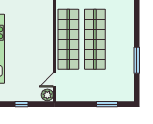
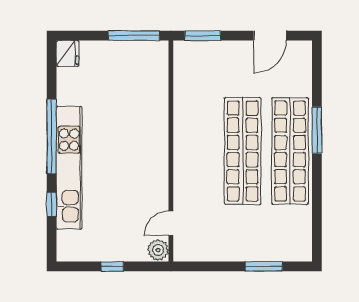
shop shelf: (68, 39) -> (290, 151), moved
window: (137, 60) -> (317, 130), moved

